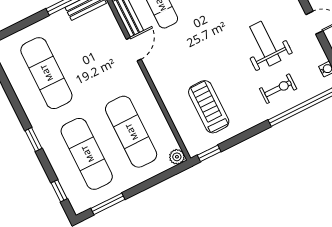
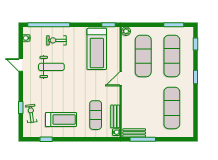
weight bench: (265, 44) -> (51, 67), turned -90
door: (134, 49) -> (121, 79), moved
treadmill: (209, 107) -> (97, 49), width x1.37, depth x1.38

